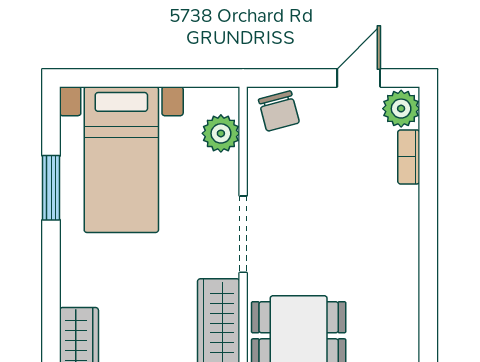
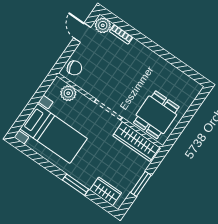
window: (51, 188) -> (76, 185), moved

